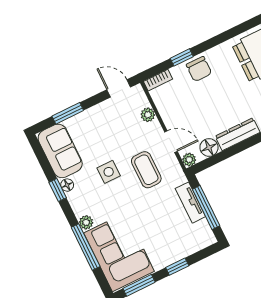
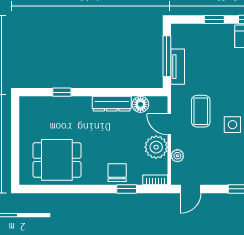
door: (119, 88) -> (191, 189), hinge flipped
plant: (189, 160) -> (156, 147), moved, width x1.87, depth x1.87

